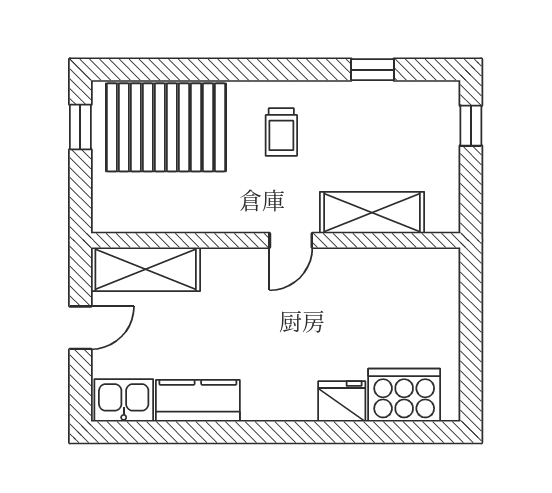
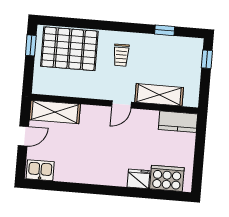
kitchen counter: (198, 401) -> (178, 122), moved, turned 180

